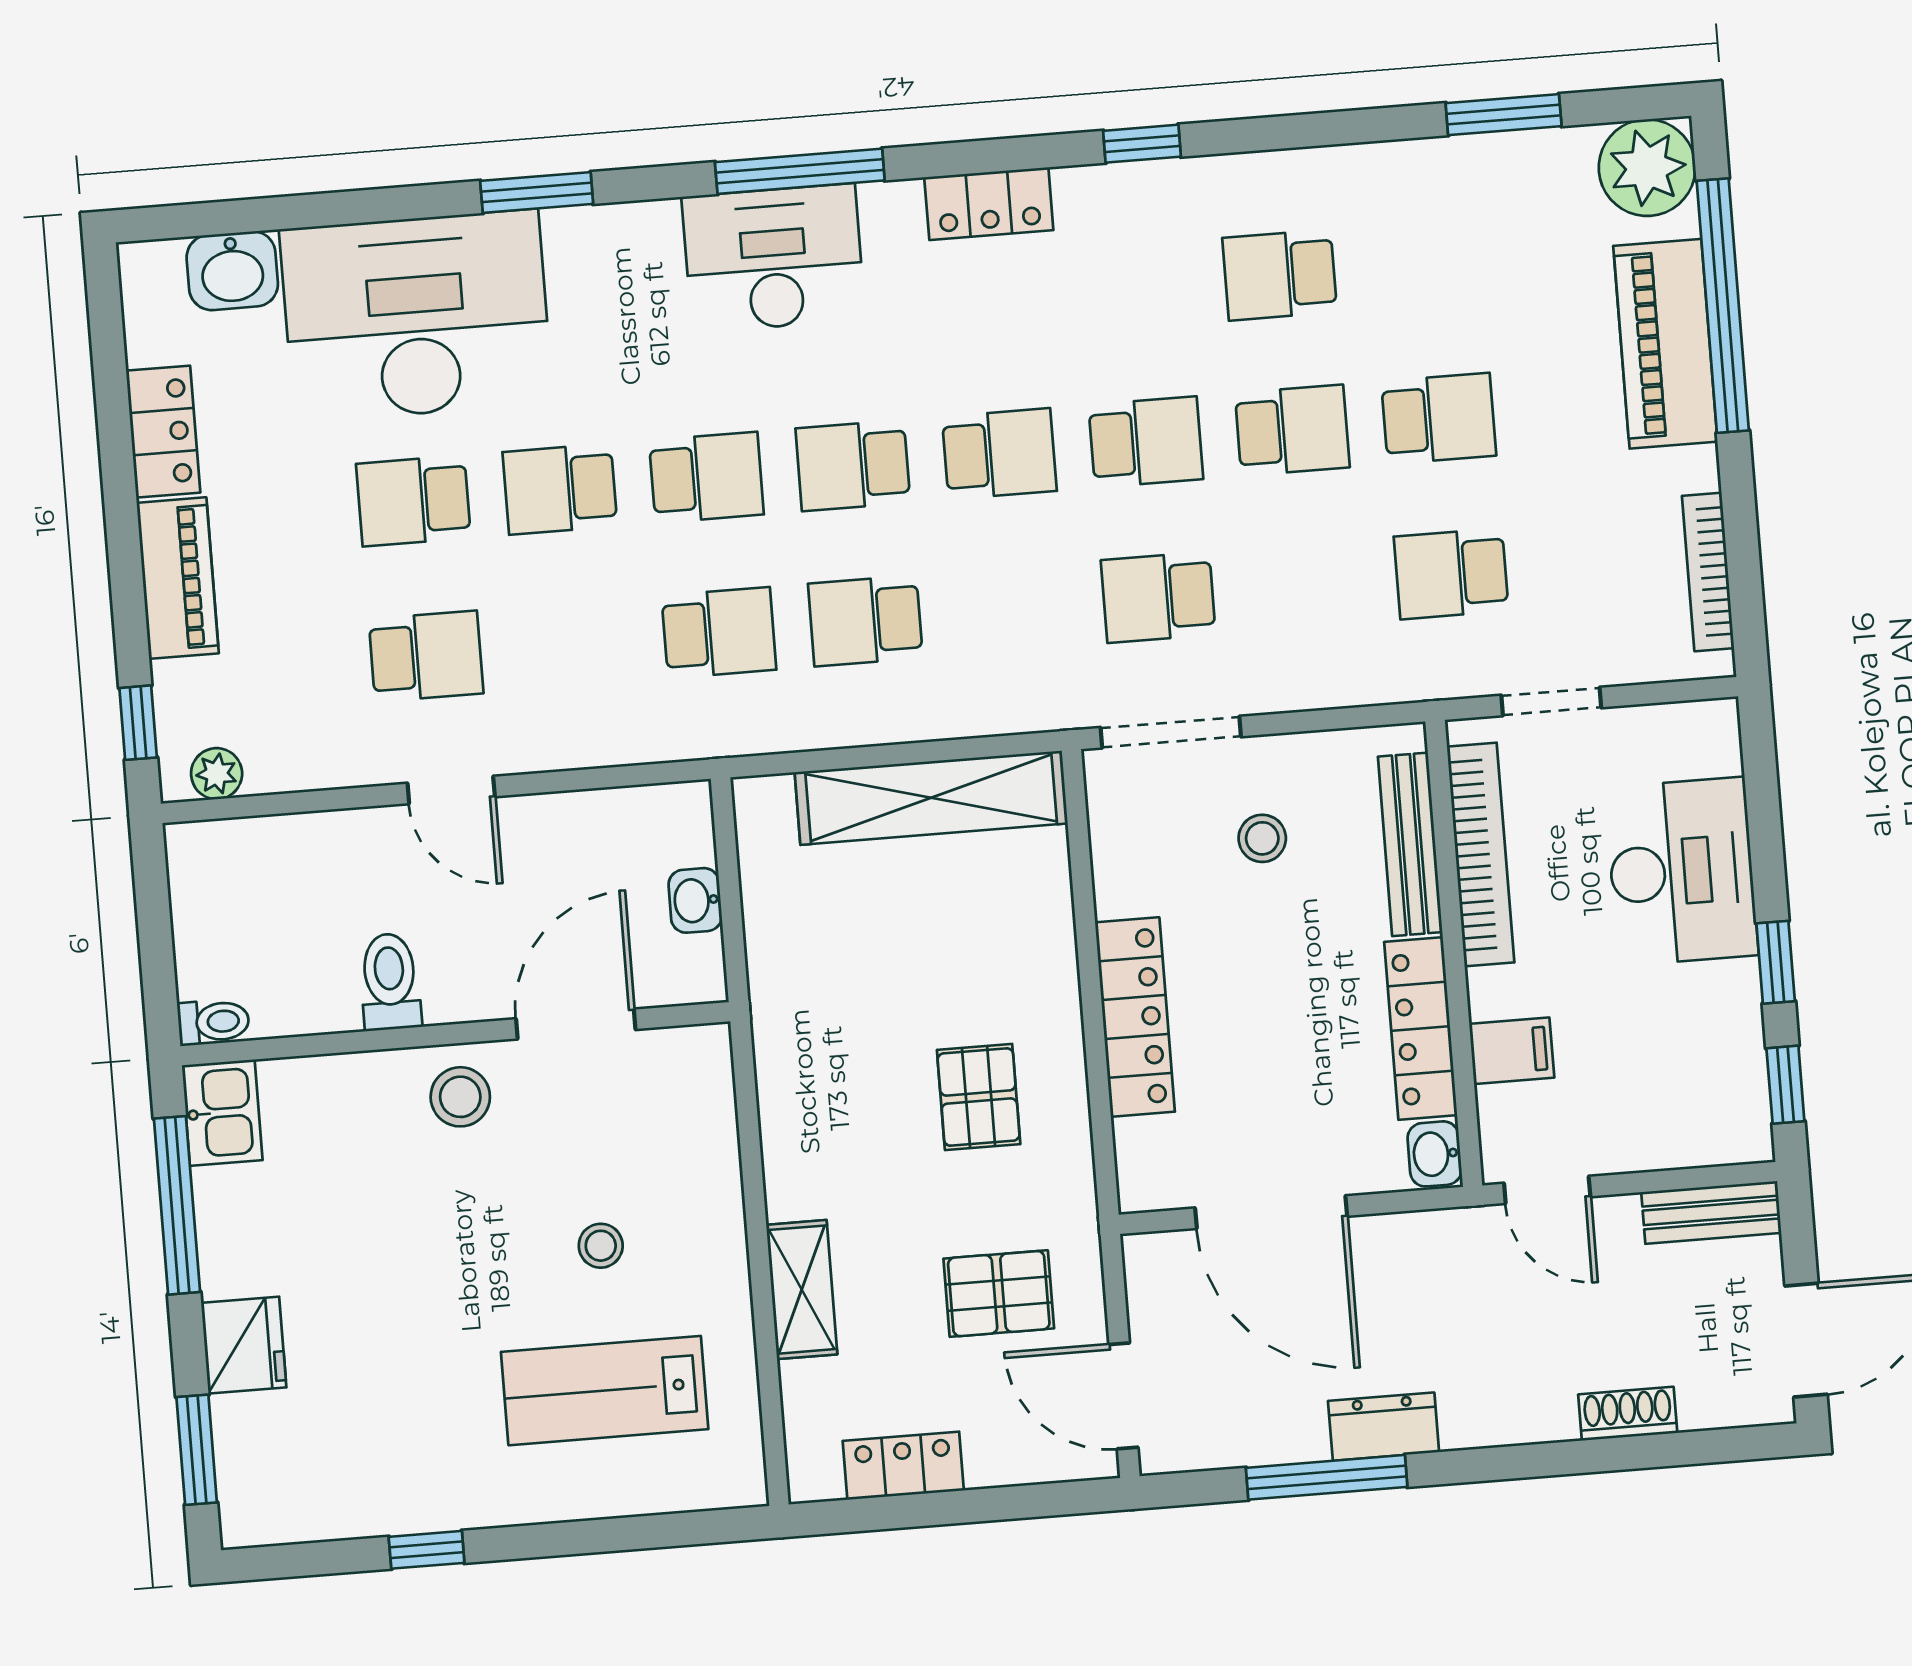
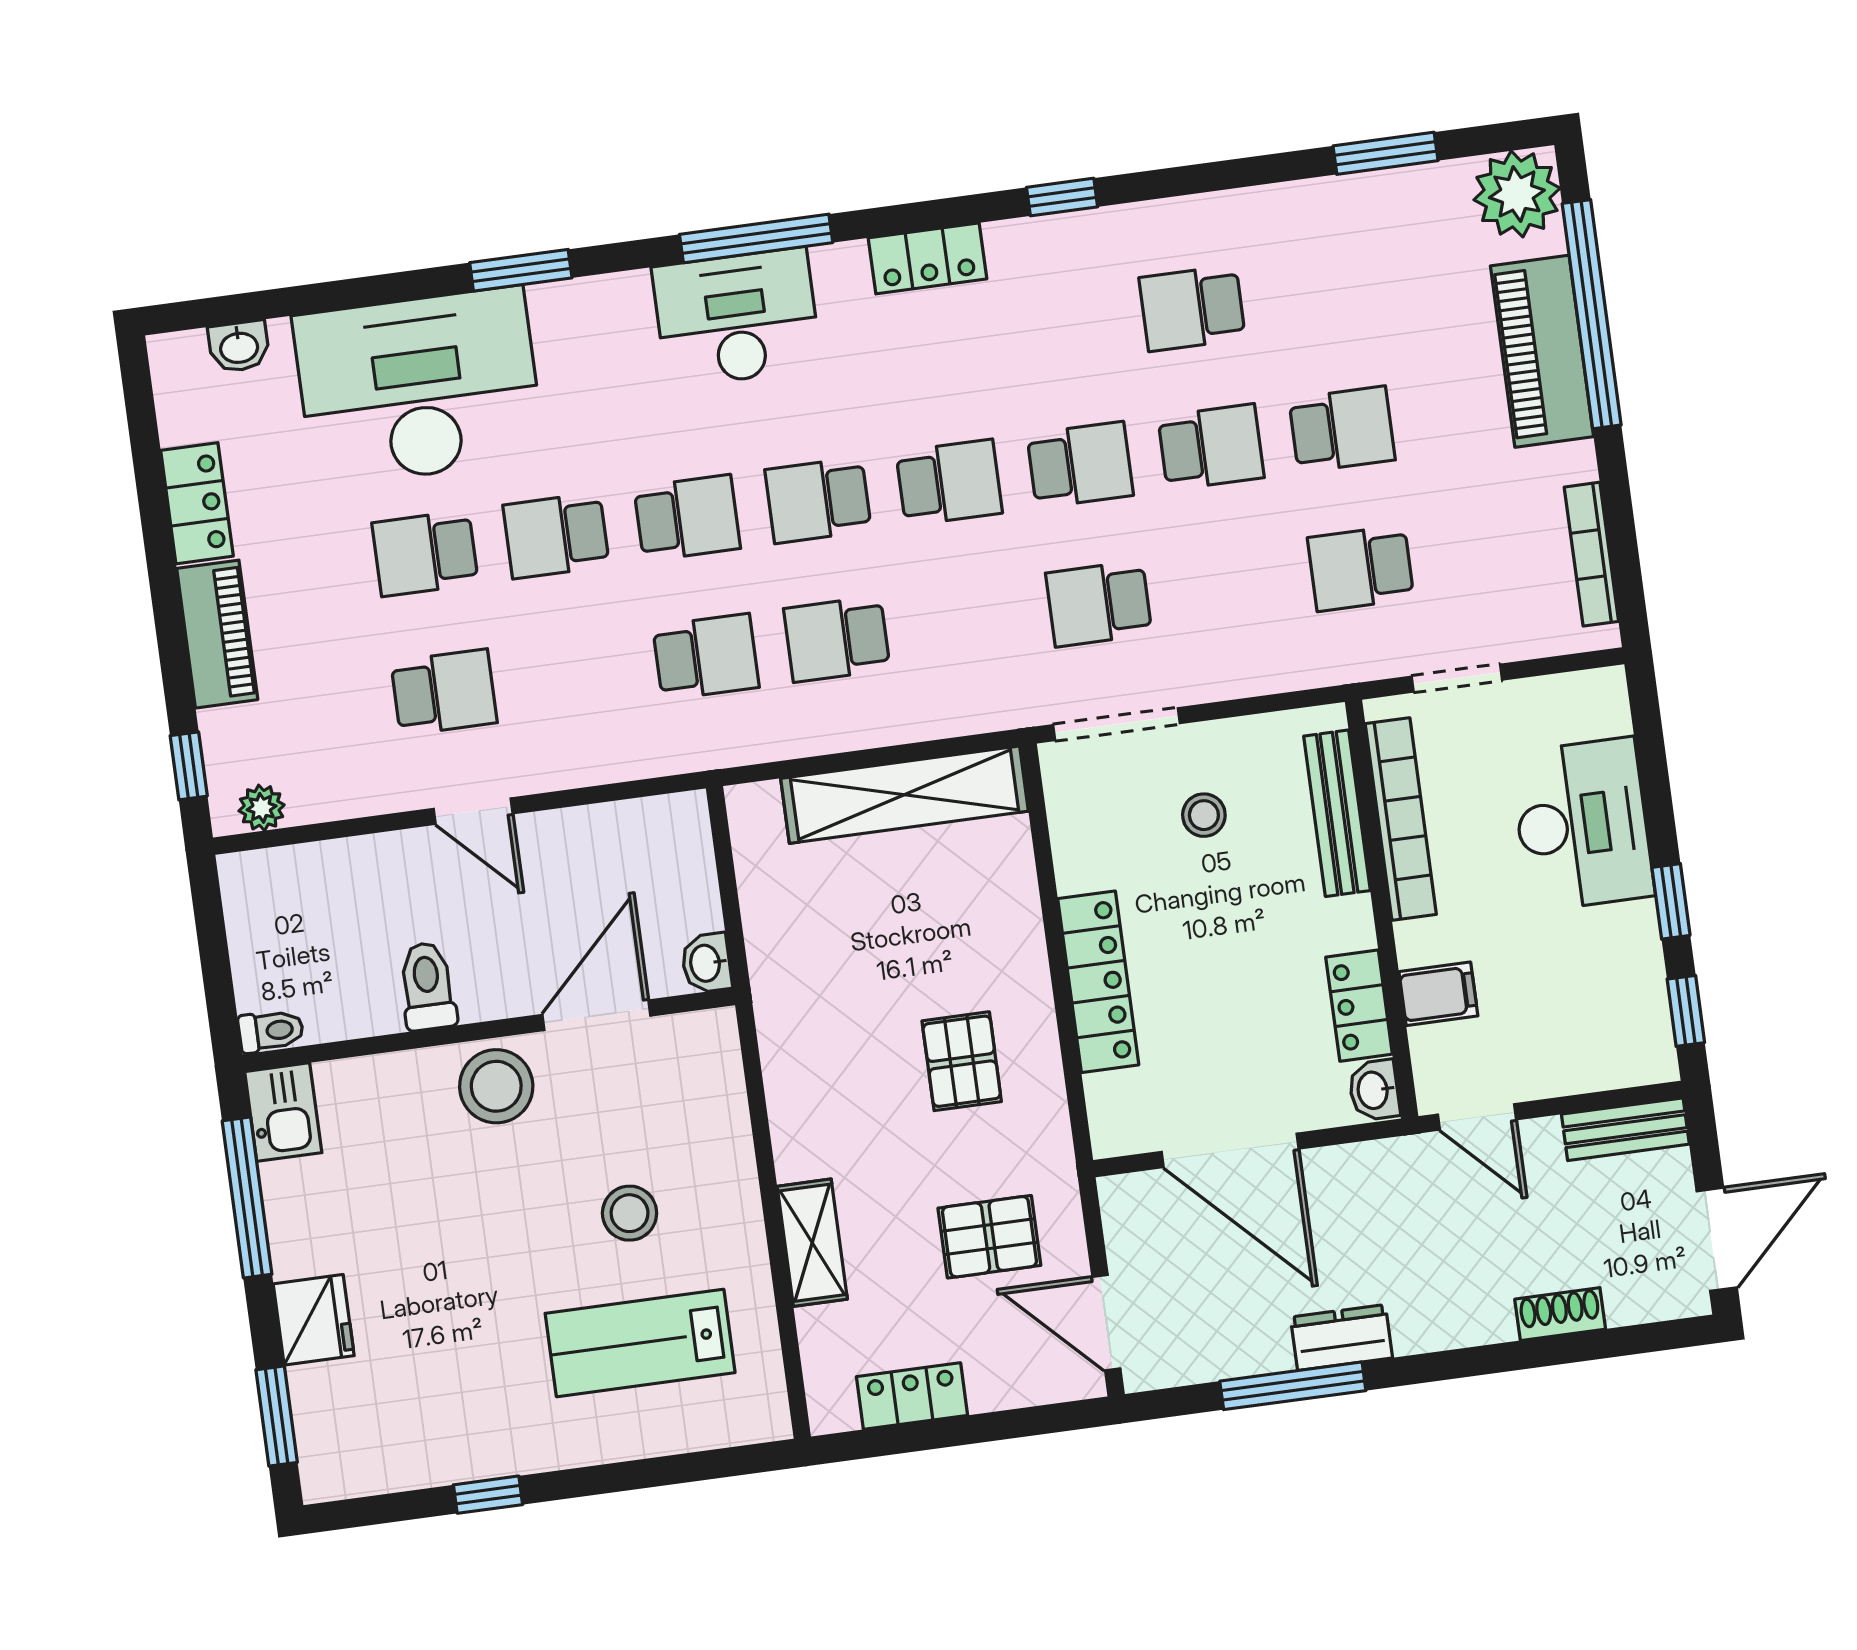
washbasin: (232, 271) -> (239, 346), width x0.72, depth x0.69
washbasin: (695, 900) -> (706, 963), moved
locker: (1421, 1029) -> (1359, 1006), width x0.66
stool: (460, 1097) -> (496, 1086), width x1.38, depth x1.38
stool: (601, 1246) -> (630, 1213), width x1.37, depth x1.37

